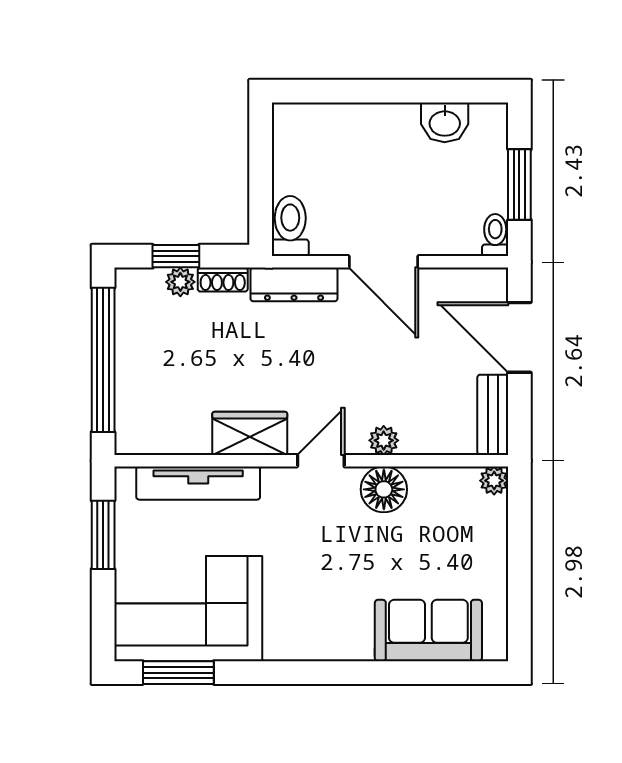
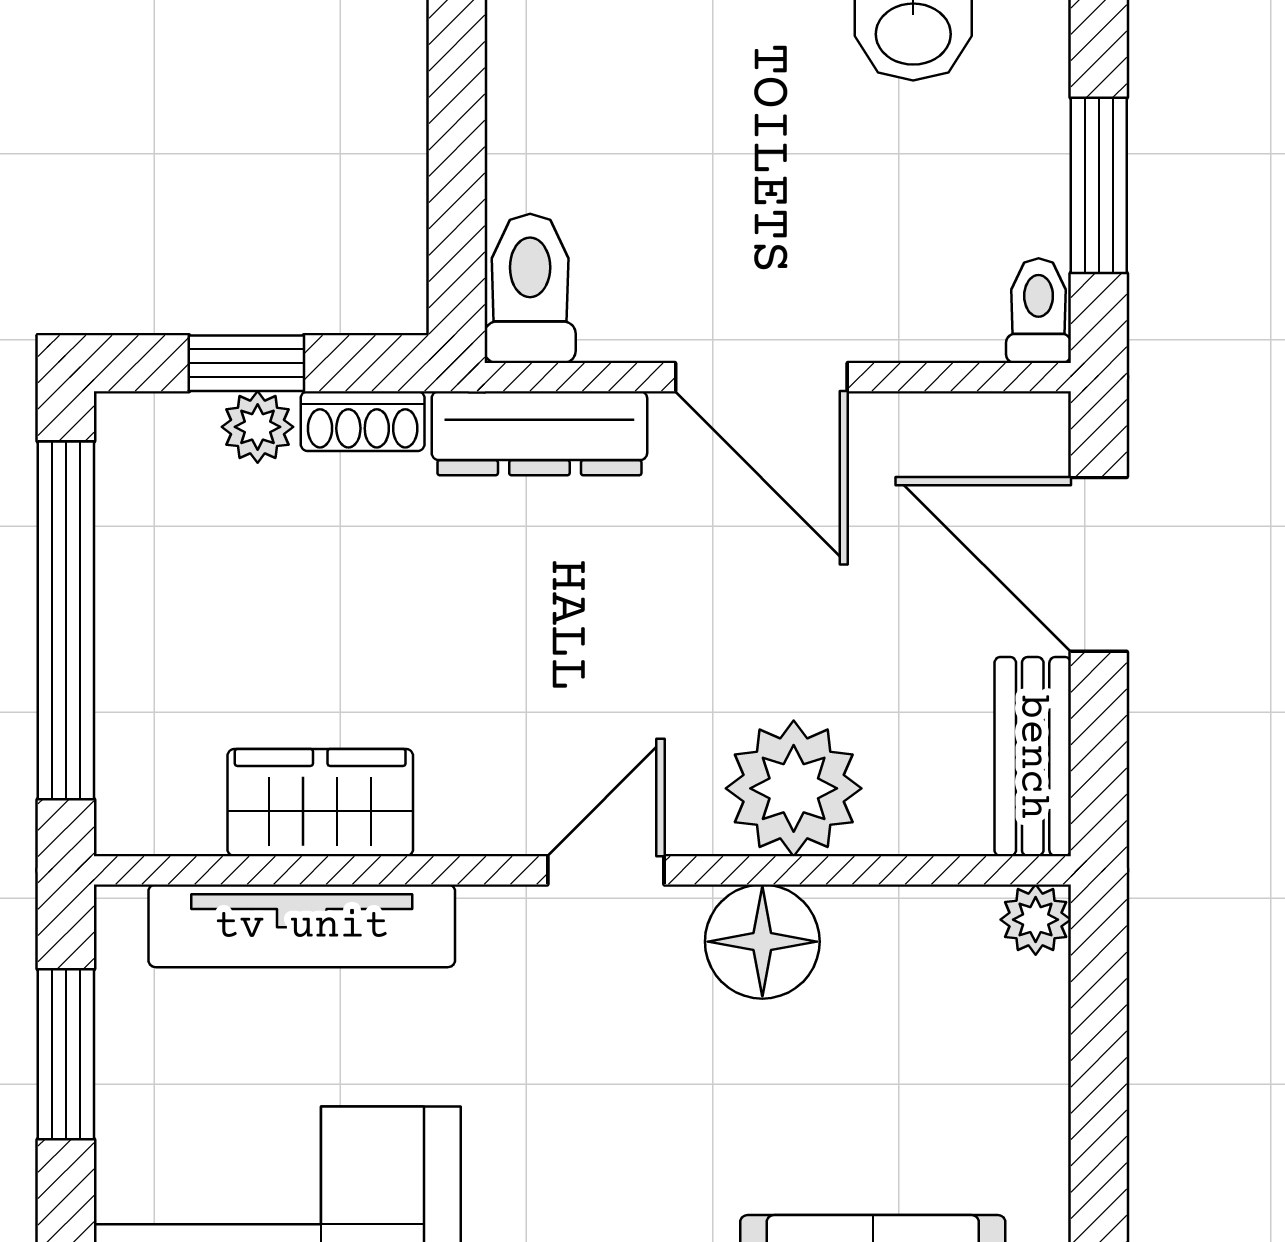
wardrobe: (250, 433) -> (320, 803), moved
plant: (384, 440) -> (794, 788), width x1.88, depth x1.88

